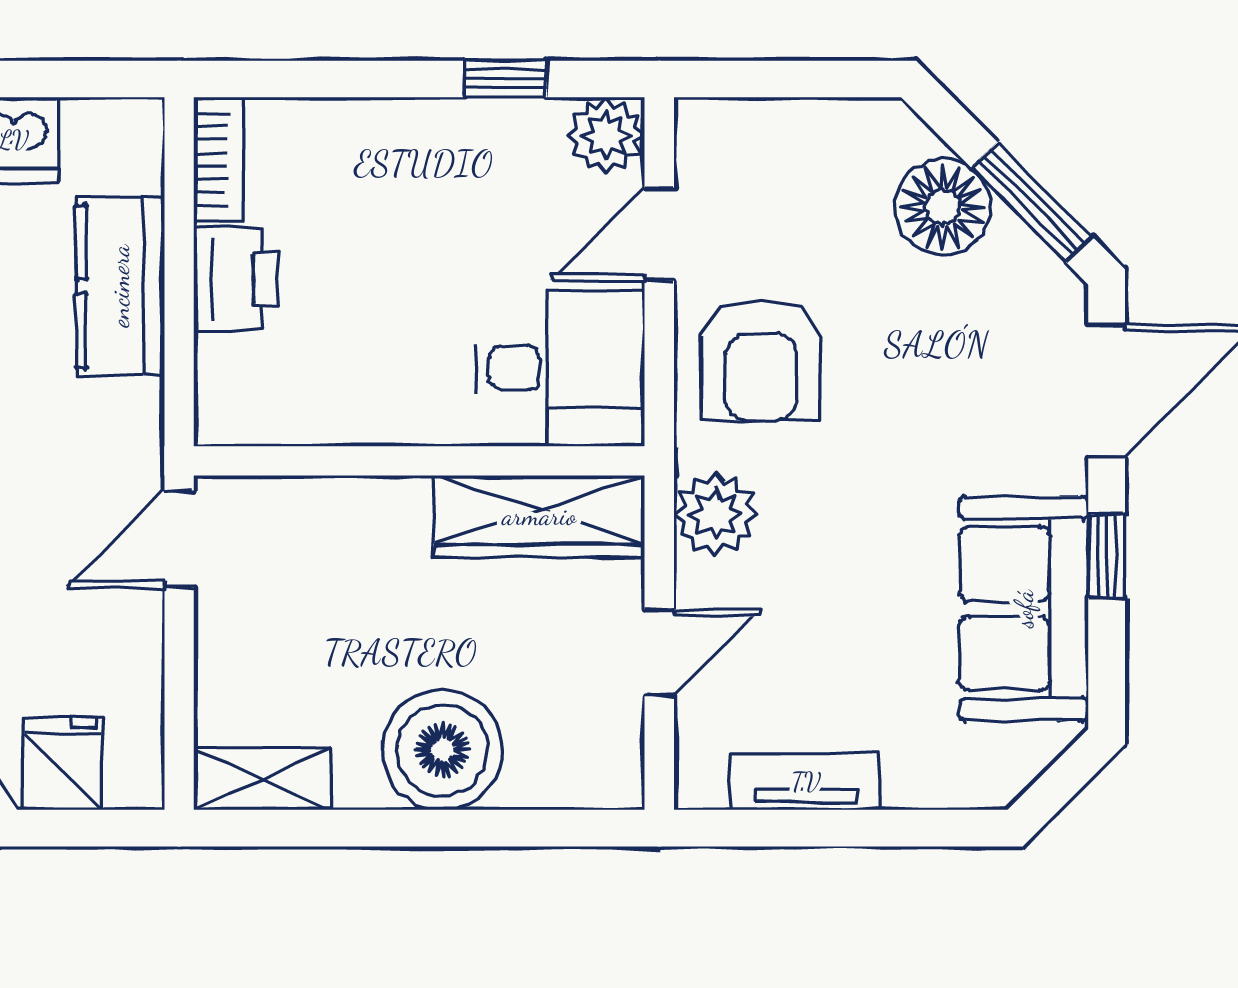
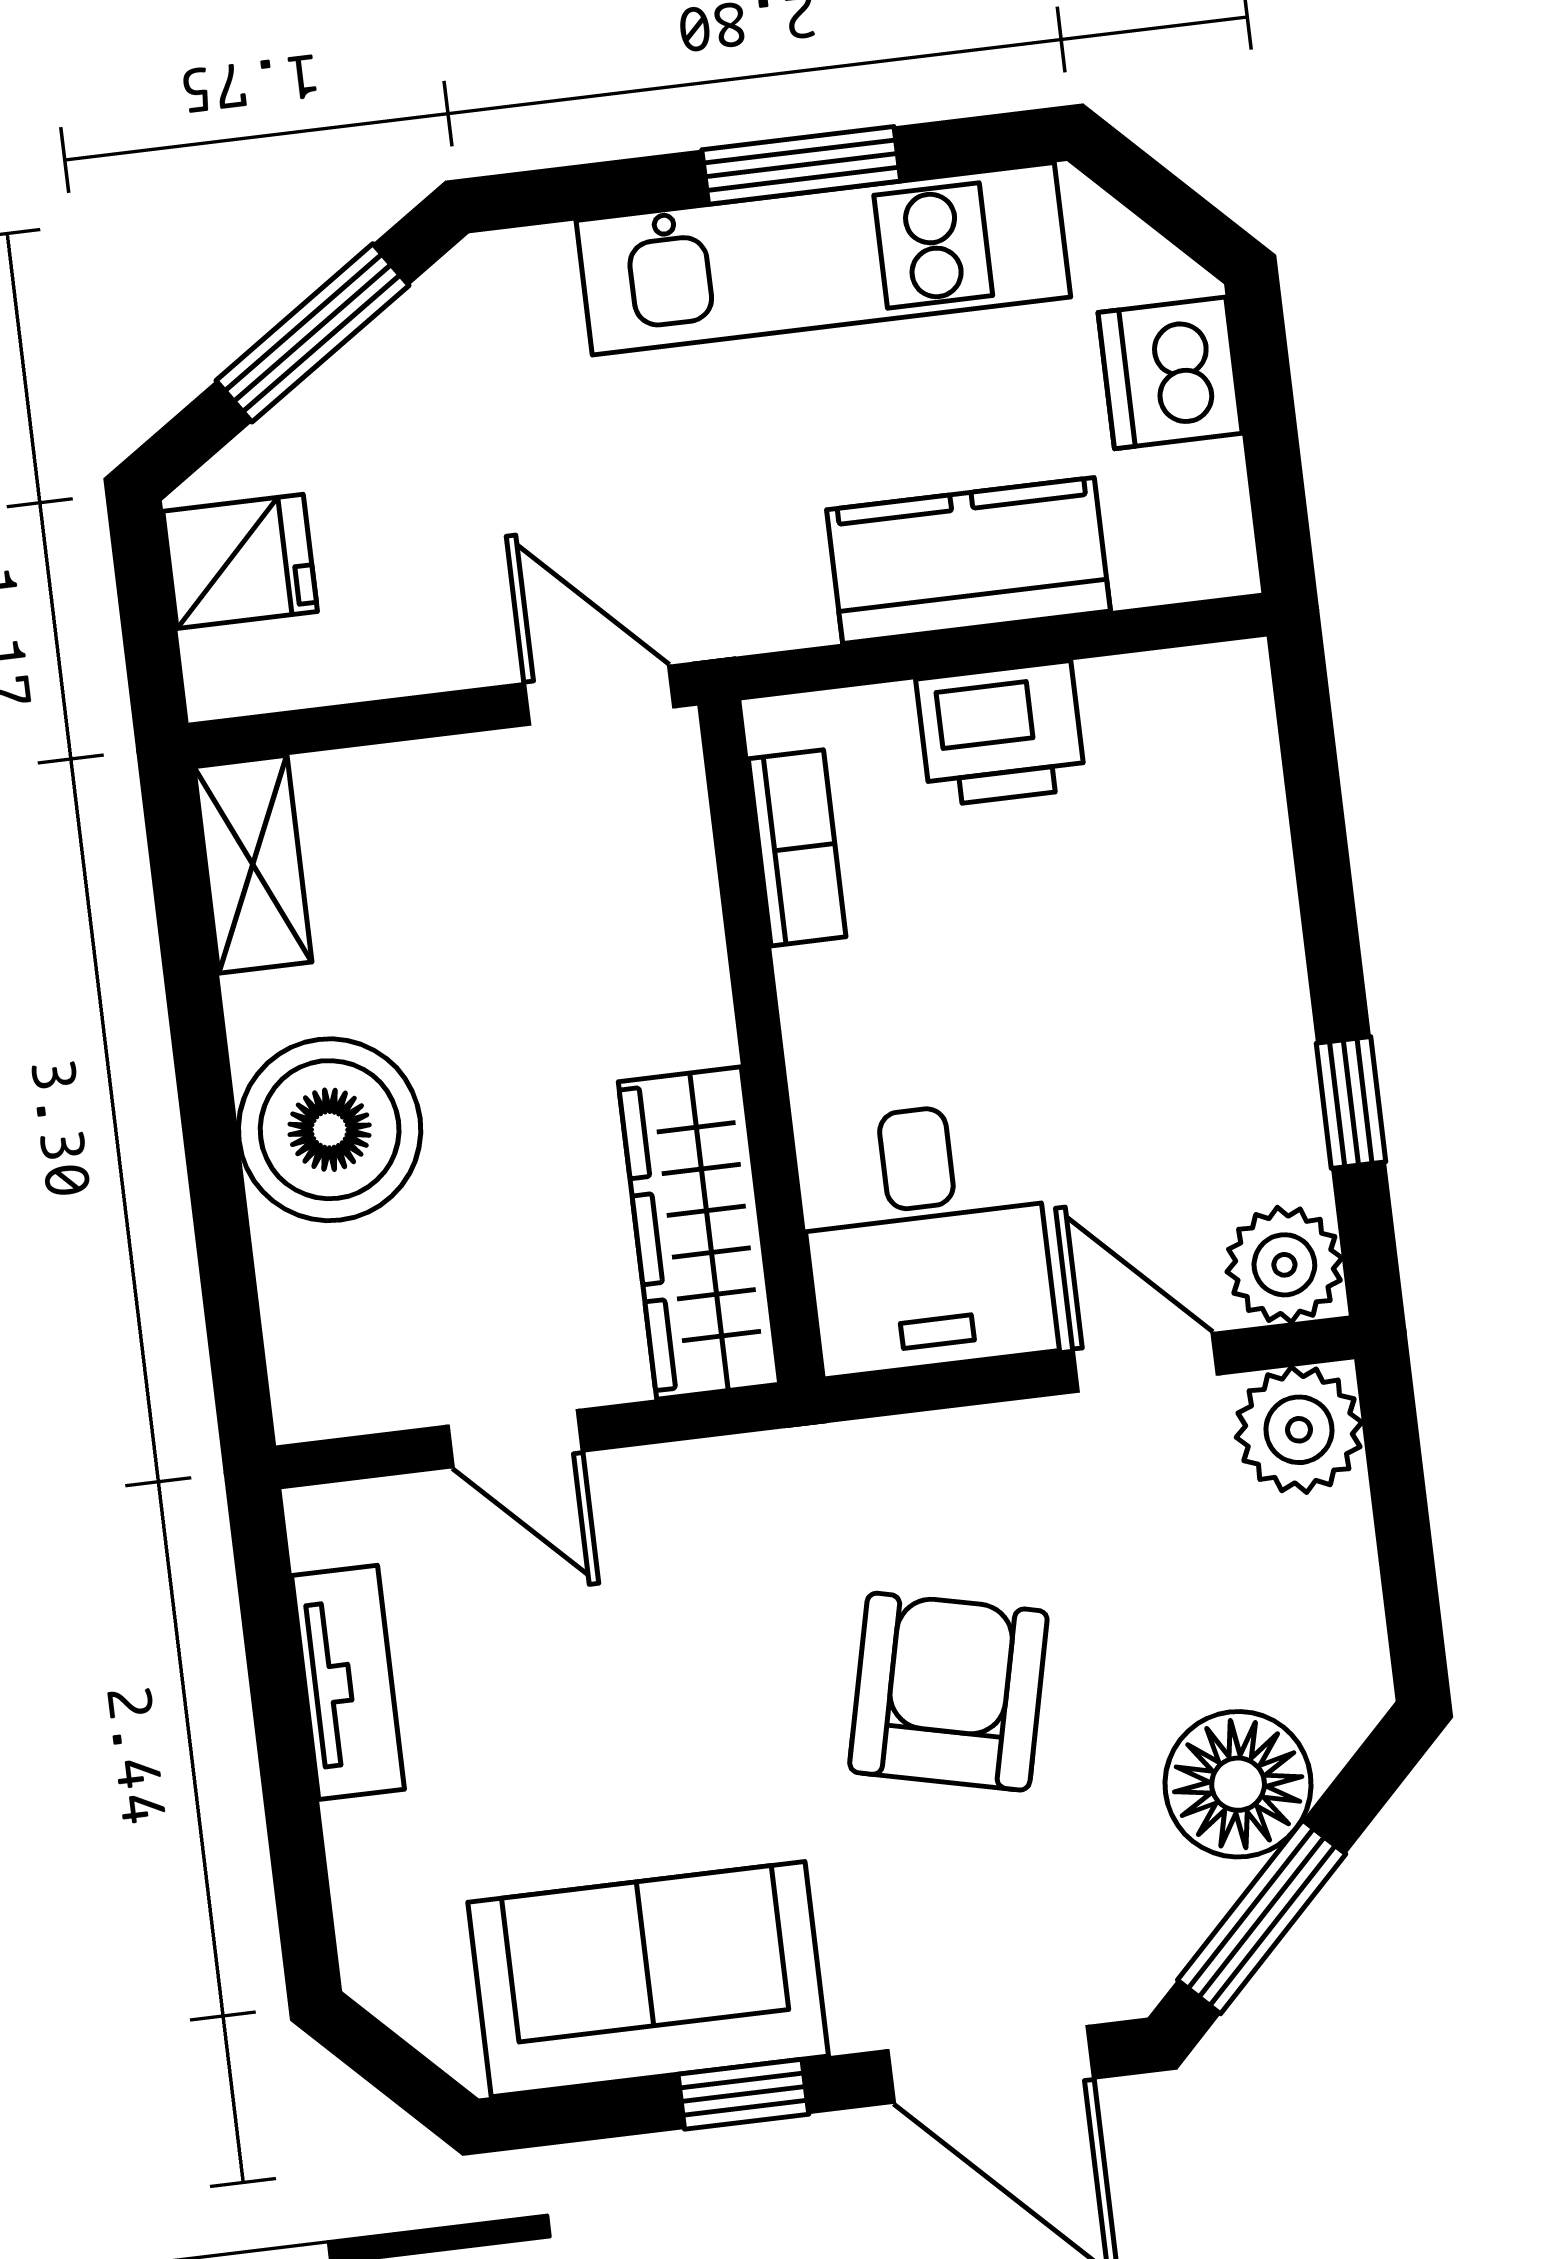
bookcase: (219, 159) -> (797, 848), moved, turned -90
armchair: (761, 360) -> (948, 1692), moved, turned 103
plant: (716, 514) -> (1299, 1430), moved

